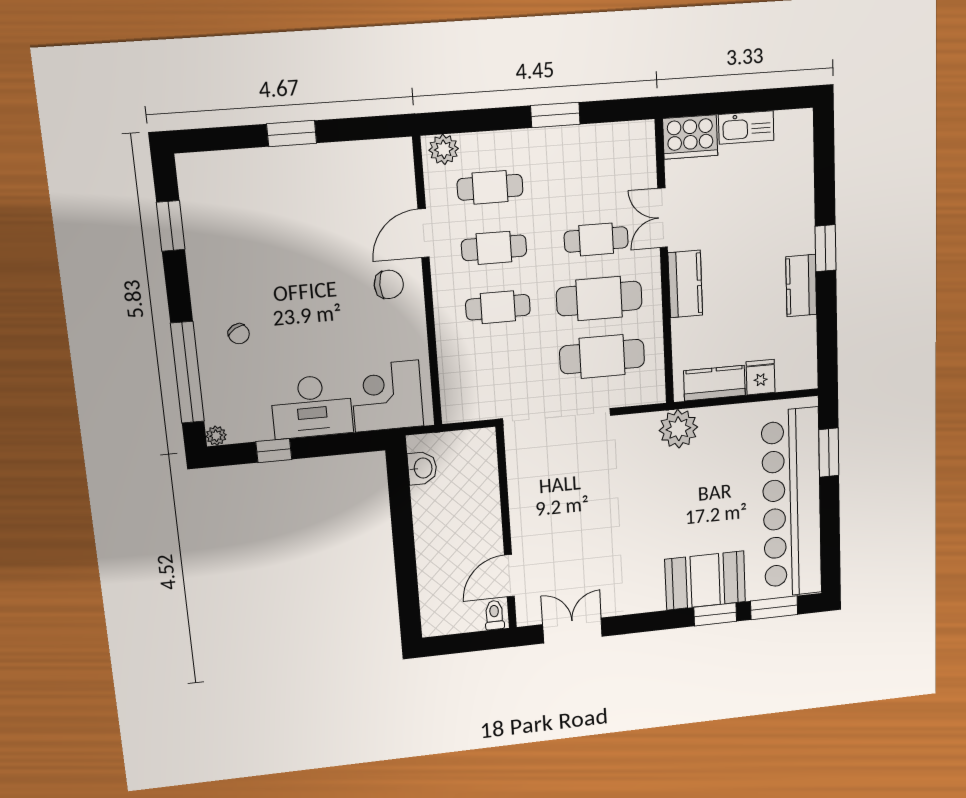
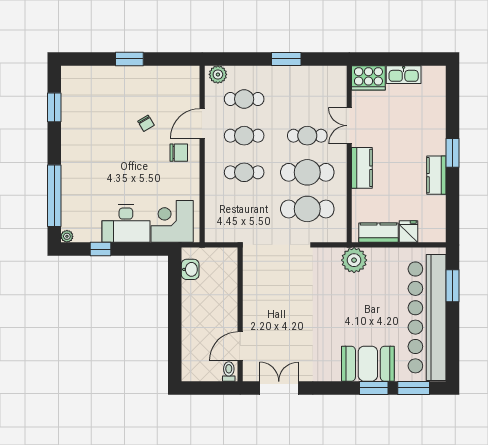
chair: (239, 334) -> (146, 123), moved

